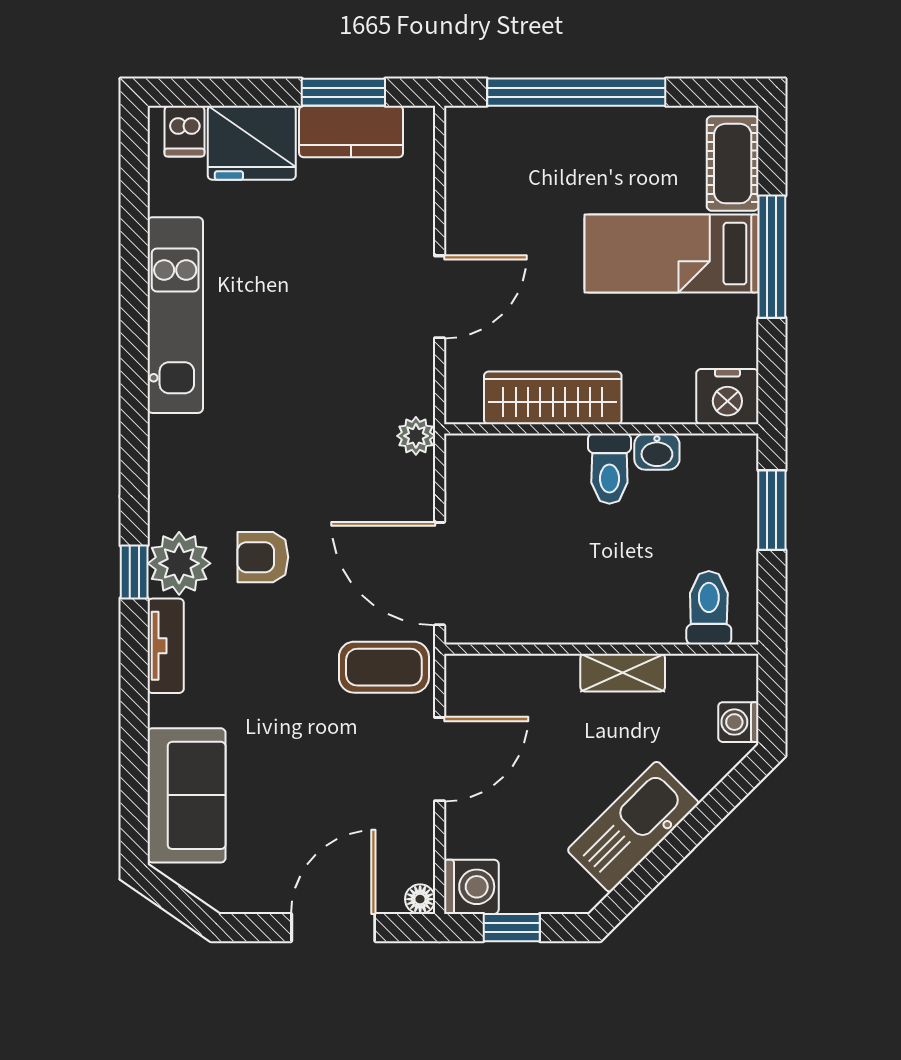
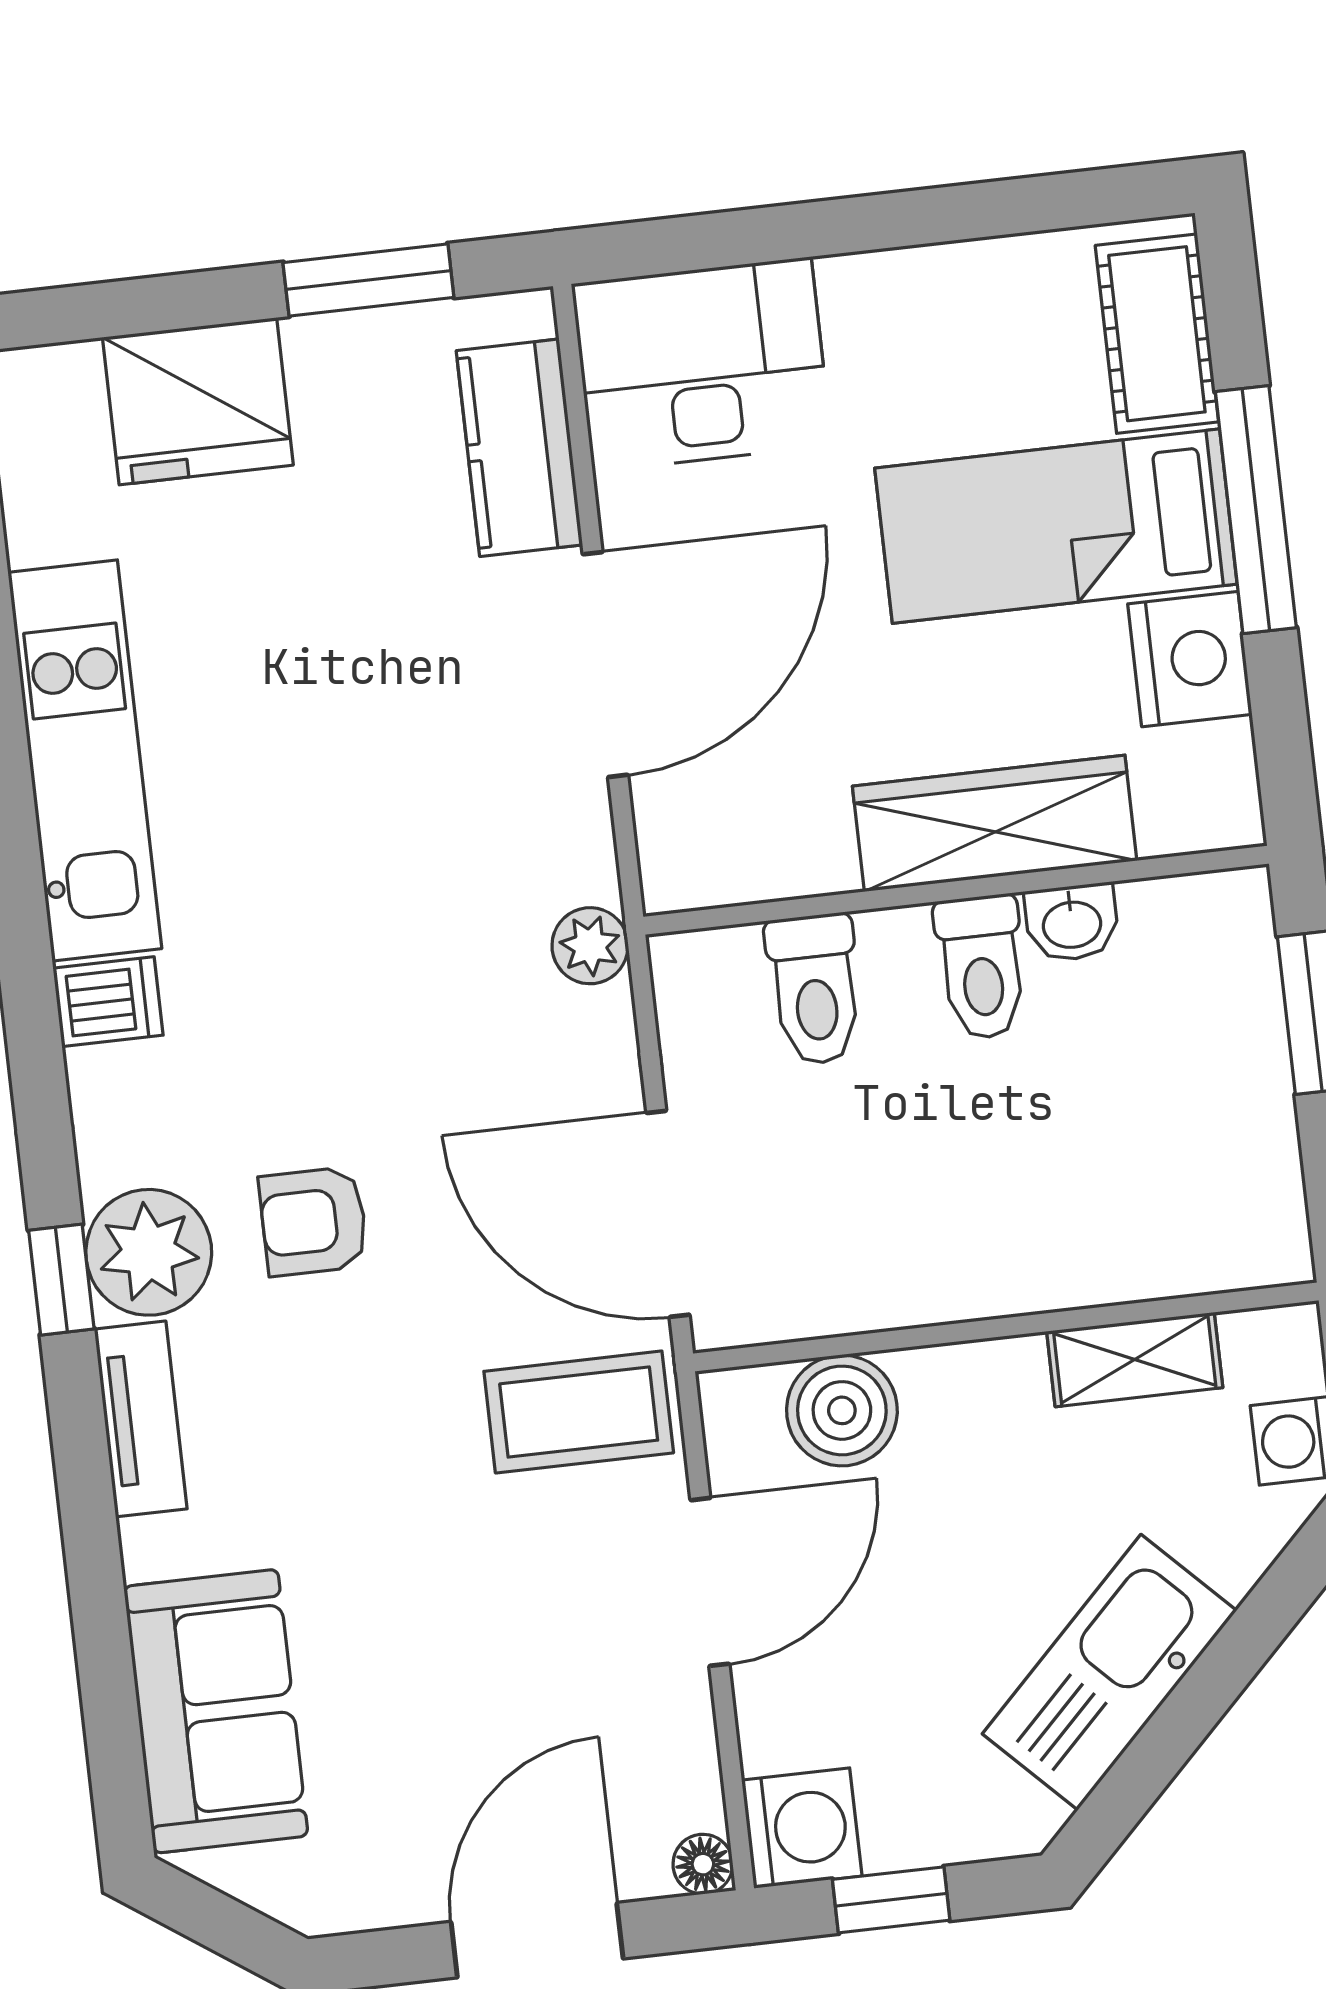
window: (576, 92) -> (830, 227), removed
dishwasher: (184, 131) -> (108, 1002), moved, turned -90
kitchen counter: (351, 132) -> (519, 448), moved, turned 90
desk: (504, 153) -> (702, 365), added
door: (440, 297) -> (605, 665), width x1.36
nightstand: (727, 397) -> (1190, 659), moved, turned -90
wardrobe: (553, 398) -> (995, 823), moved
toilet: (709, 608) -> (815, 989), moved, turned 180
shelving: (623, 673) -> (1135, 1360), moved
boiler: (515, 681) -> (842, 1410), added

